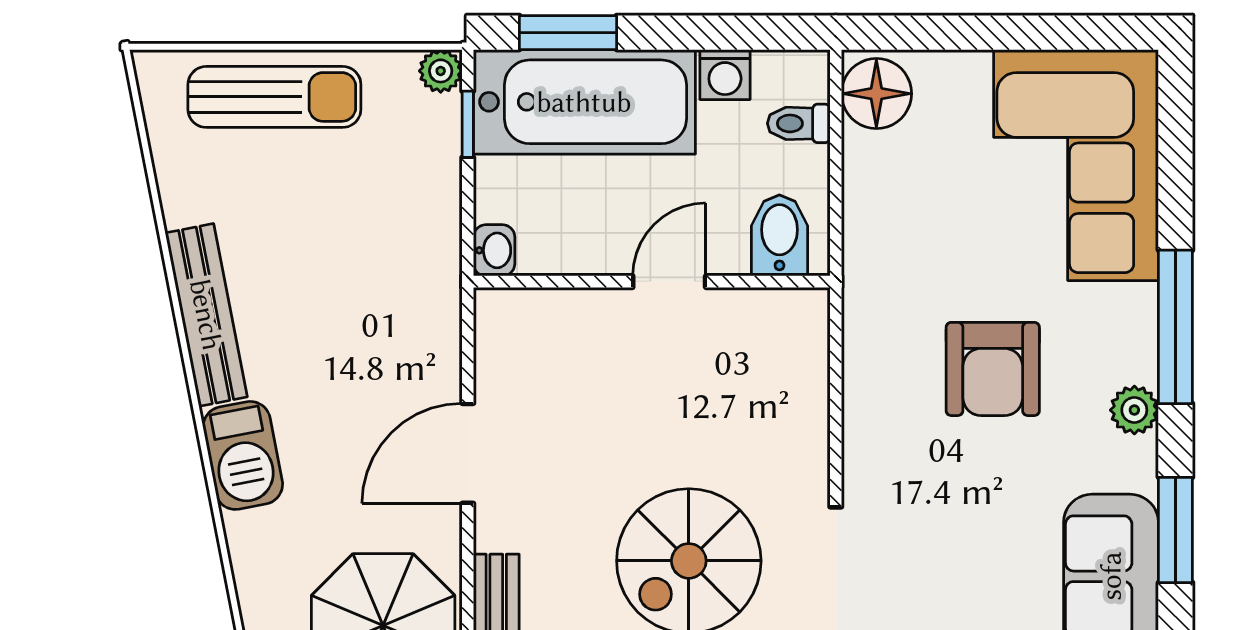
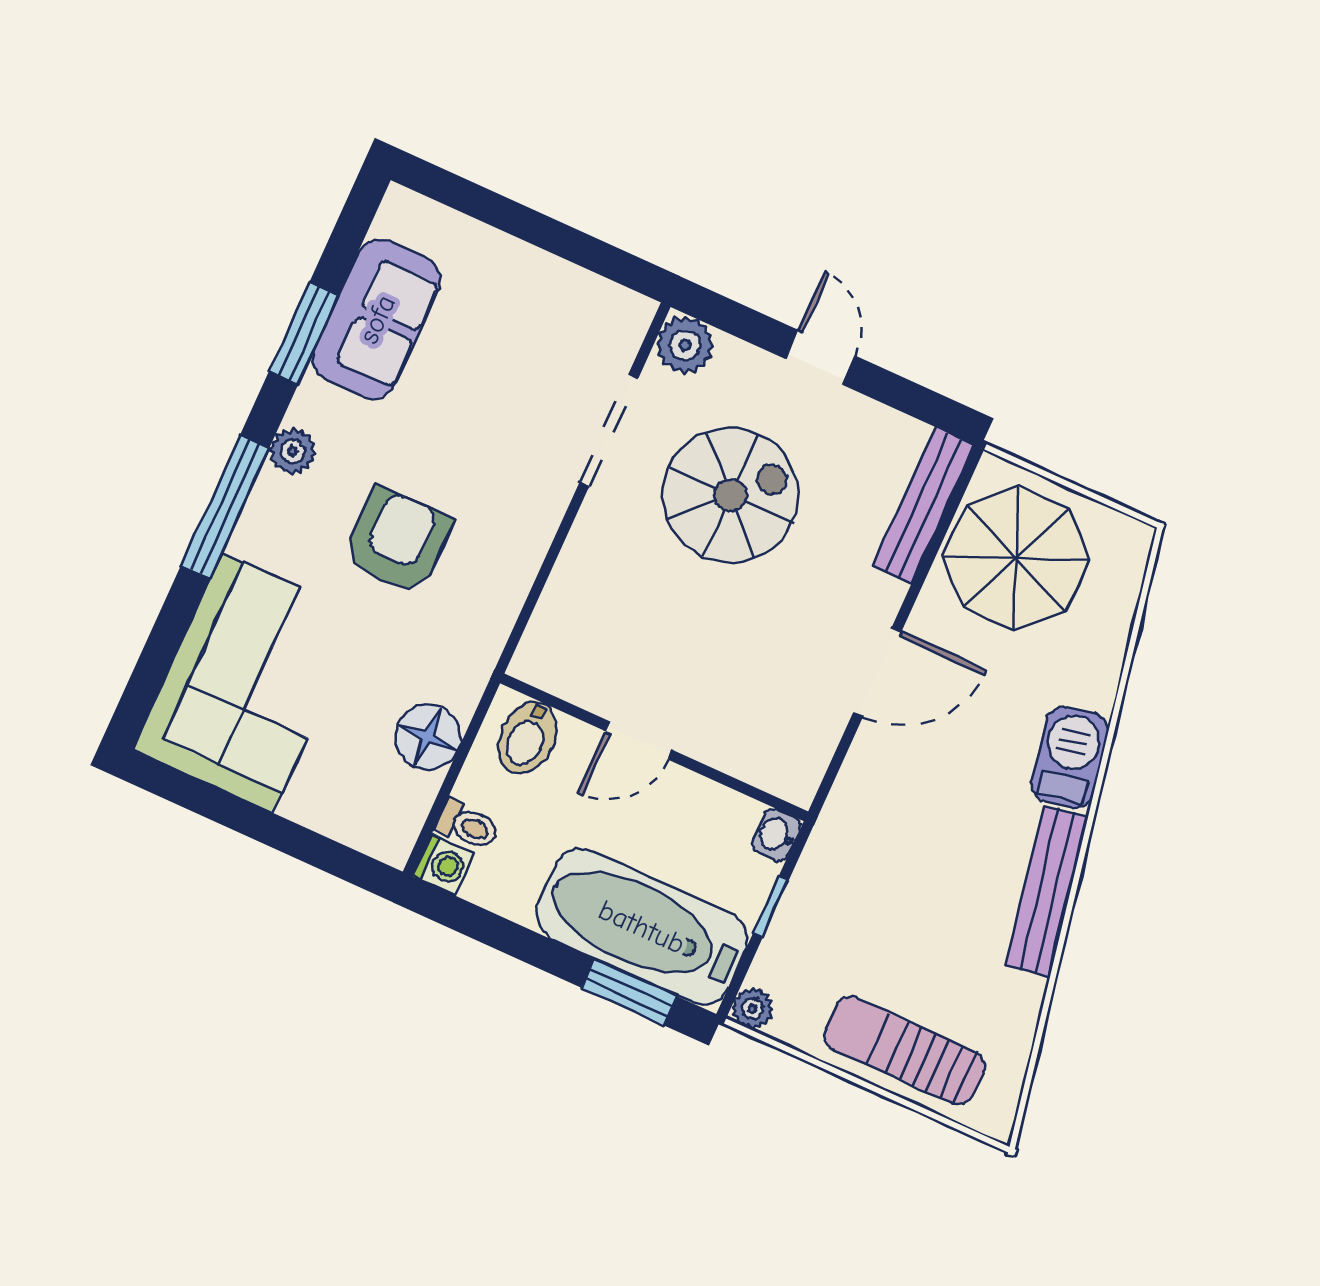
washing machine: (725, 75) -> (443, 865), moved, turned 90
floor lamp: (876, 94) -> (428, 737), moved
window: (468, 124) -> (771, 906), moved

